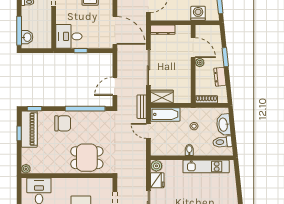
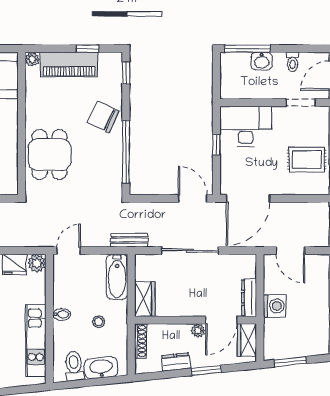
washing machine: (198, 13) -> (275, 306), moved
dresser: (163, 30) -> (249, 298), moved
wardrobe: (206, 31) -> (247, 340), added
desk: (69, 36) -> (246, 126), width x1.37
washbasin: (27, 37) -> (262, 61), moved
door: (115, 86) -> (193, 198), moved
wardrobe: (162, 97) -> (145, 299), moved
chair: (63, 123) -> (103, 117), turned 115
piano: (29, 129) -> (69, 65), moved
door: (148, 131) -> (69, 251), moved

